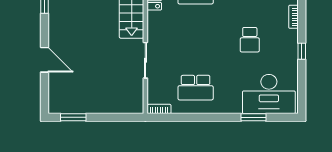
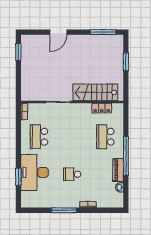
window: (302, 51) -> (64, 210), width x2.17
desk: (269, 94) -> (35, 172), moved

